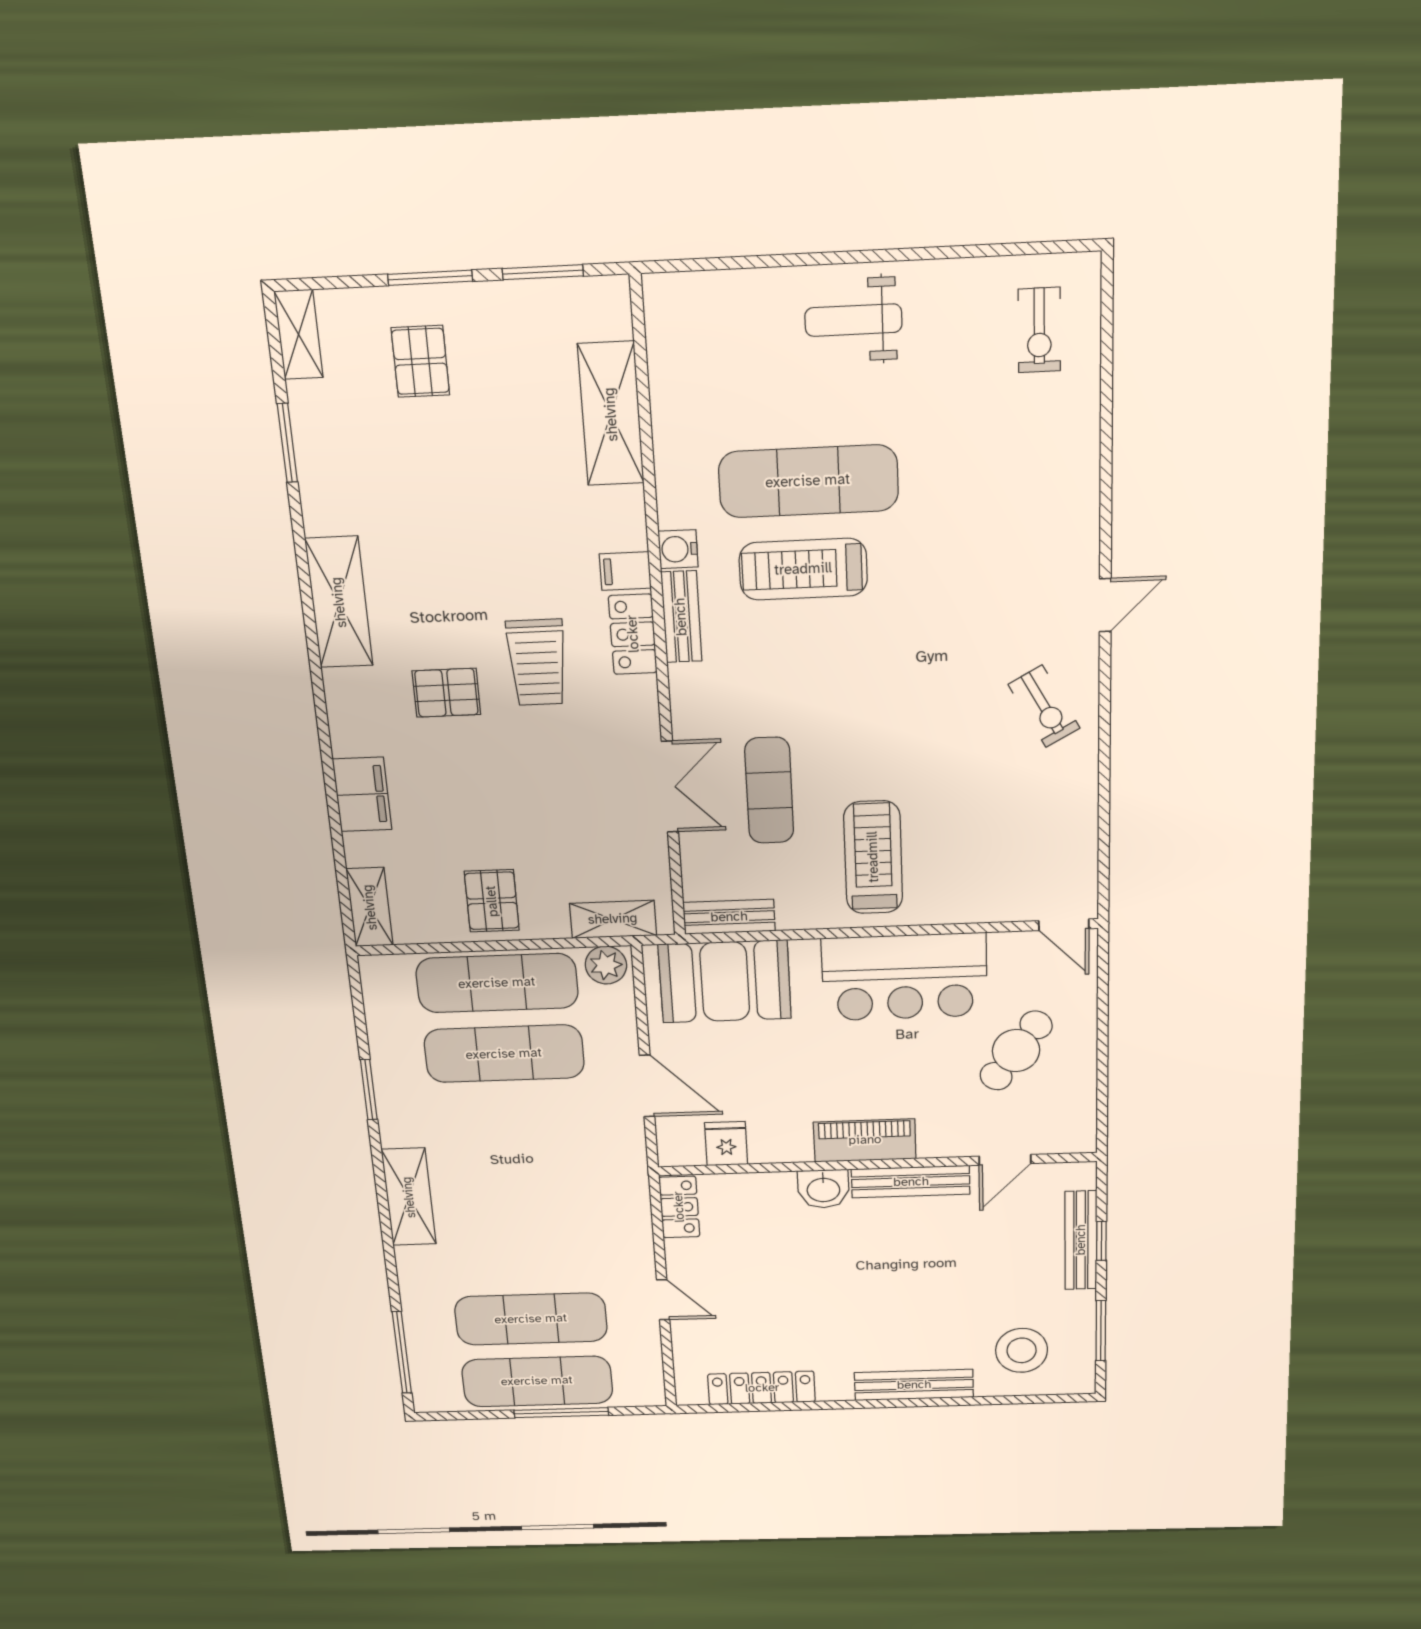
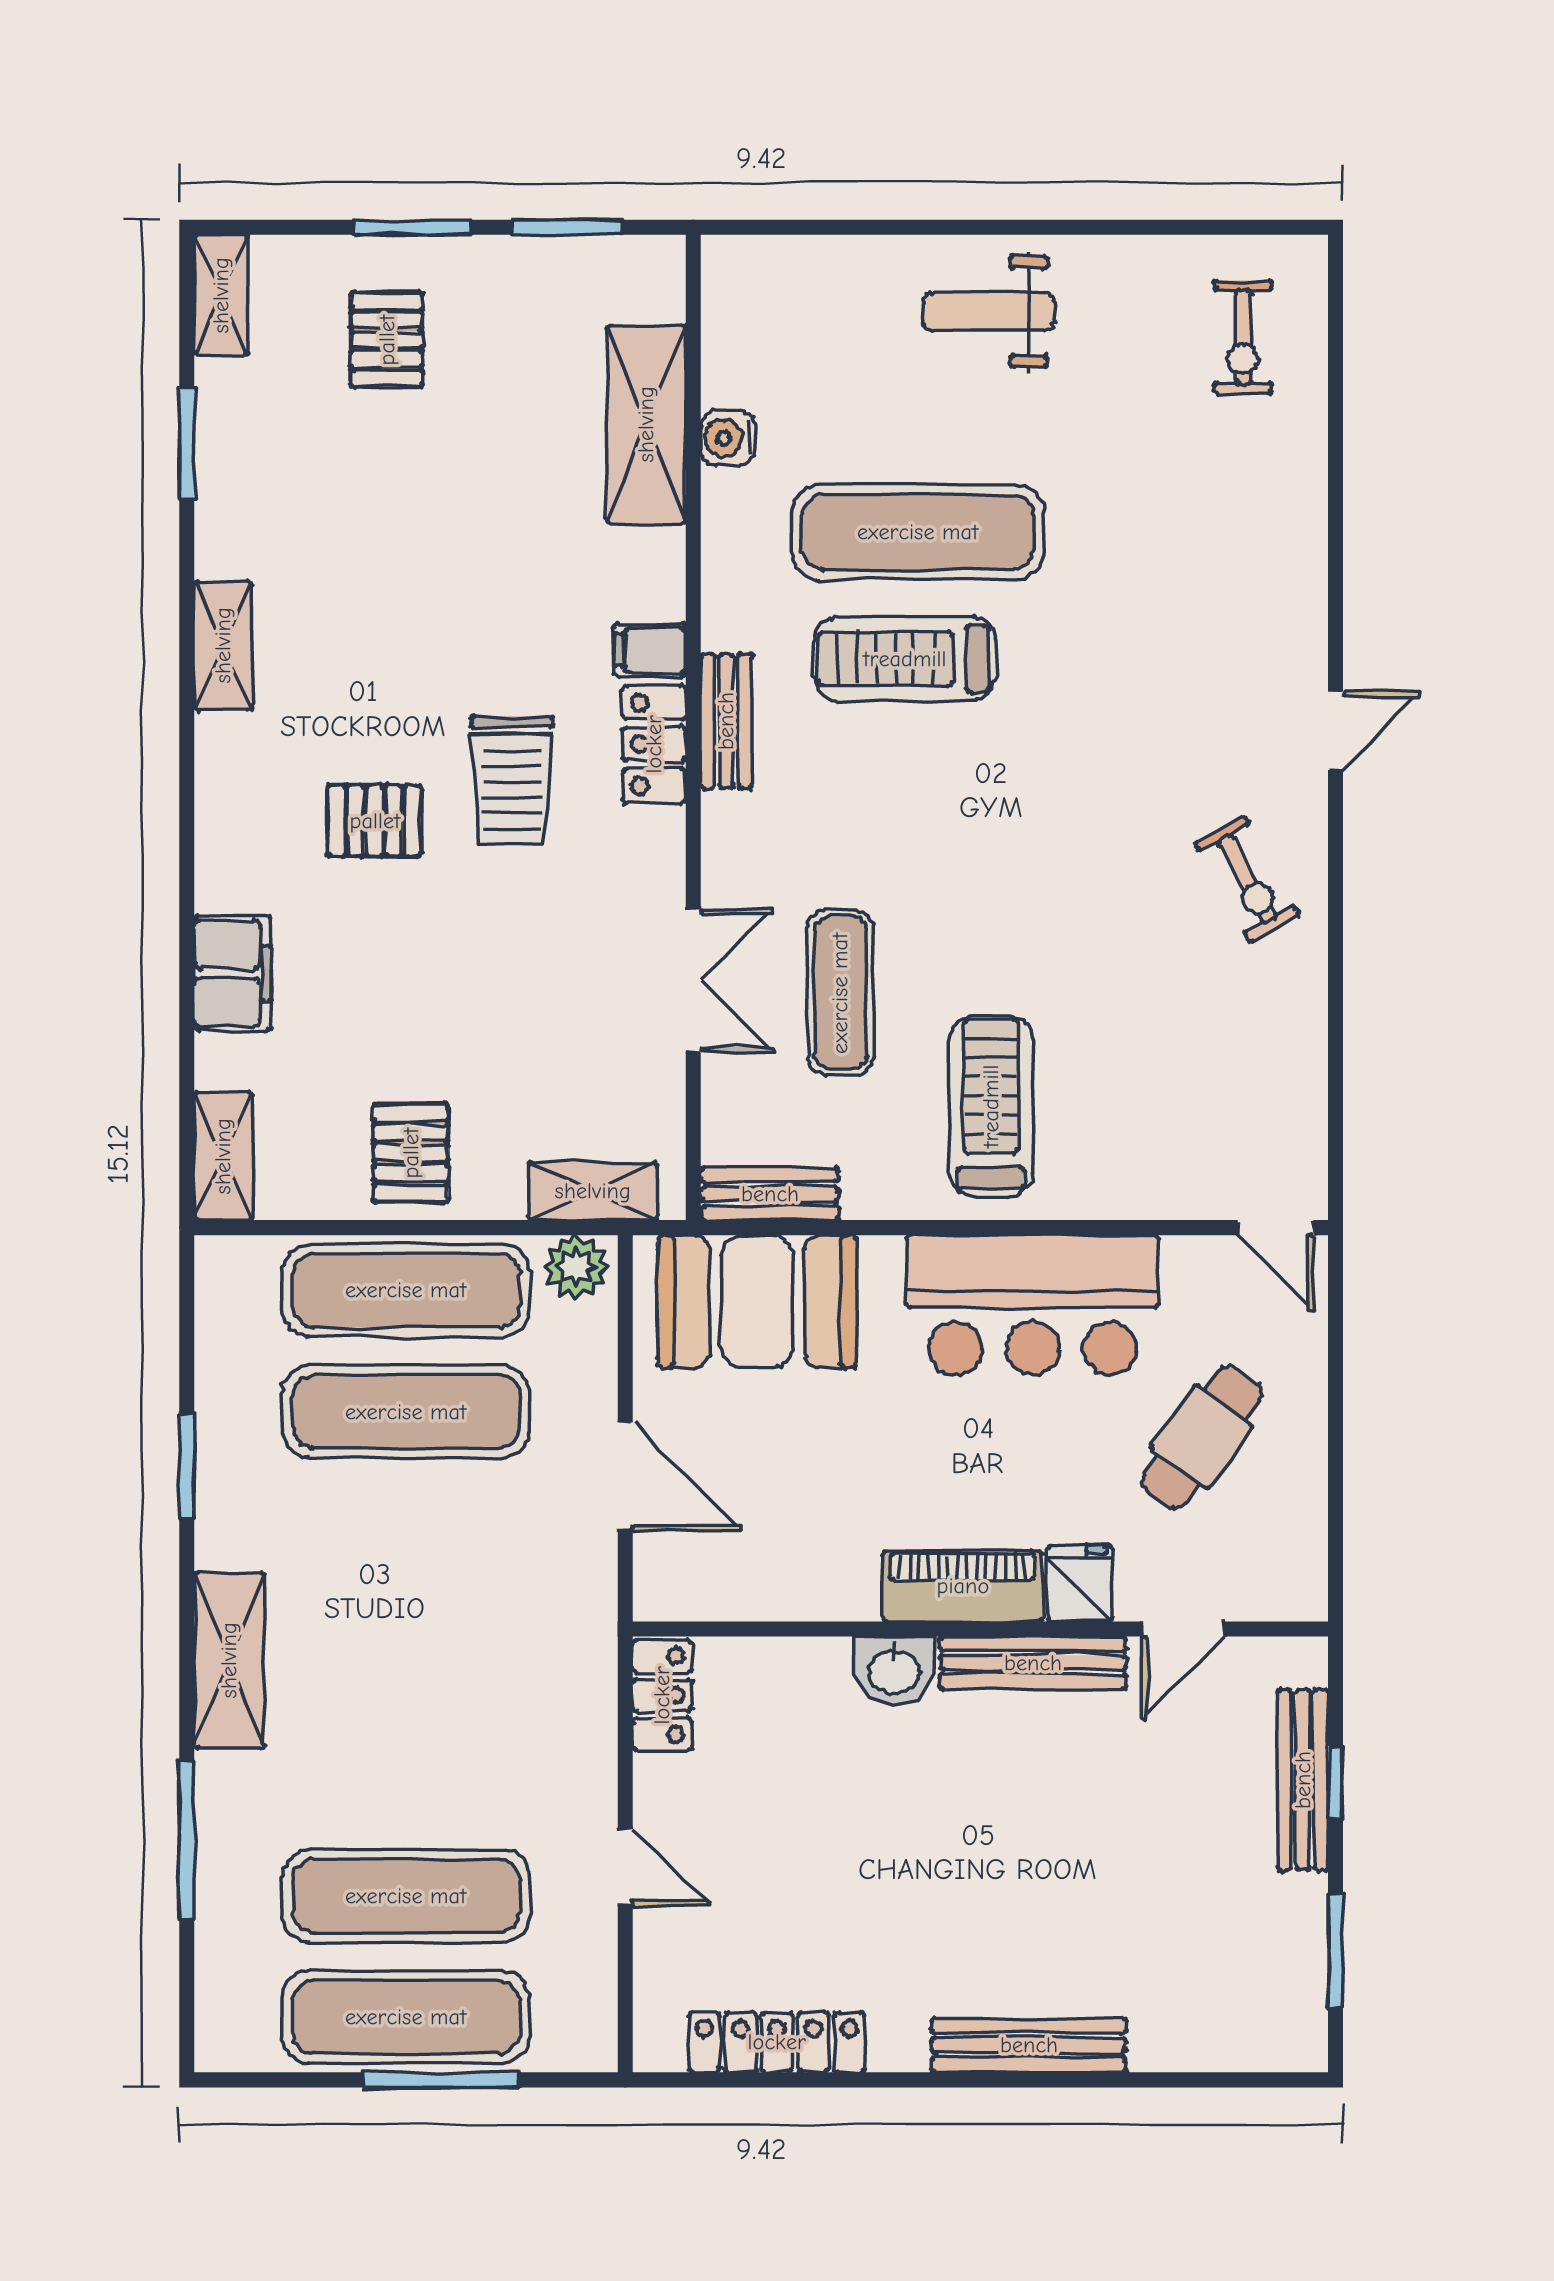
water cooler: (678, 549) -> (728, 438), moved
shelving: (339, 602) -> (223, 645), width x0.67, depth x0.75
fridge: (726, 1144) -> (1080, 1583), moved
stool: (1022, 1350) -> (1206, 1984), removed
window: (402, 1352) -> (187, 1839), moved

